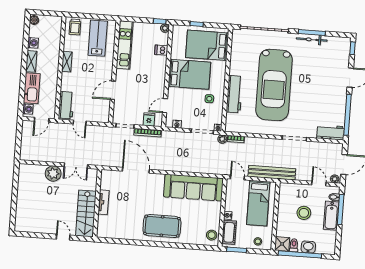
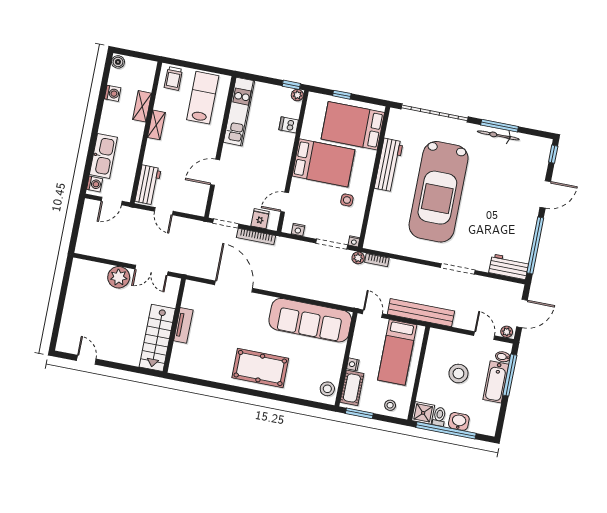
shelving: (31, 61) -> (142, 106), moved
workbench: (234, 94) -> (389, 165), moved
door: (63, 237) -> (86, 360), moved

